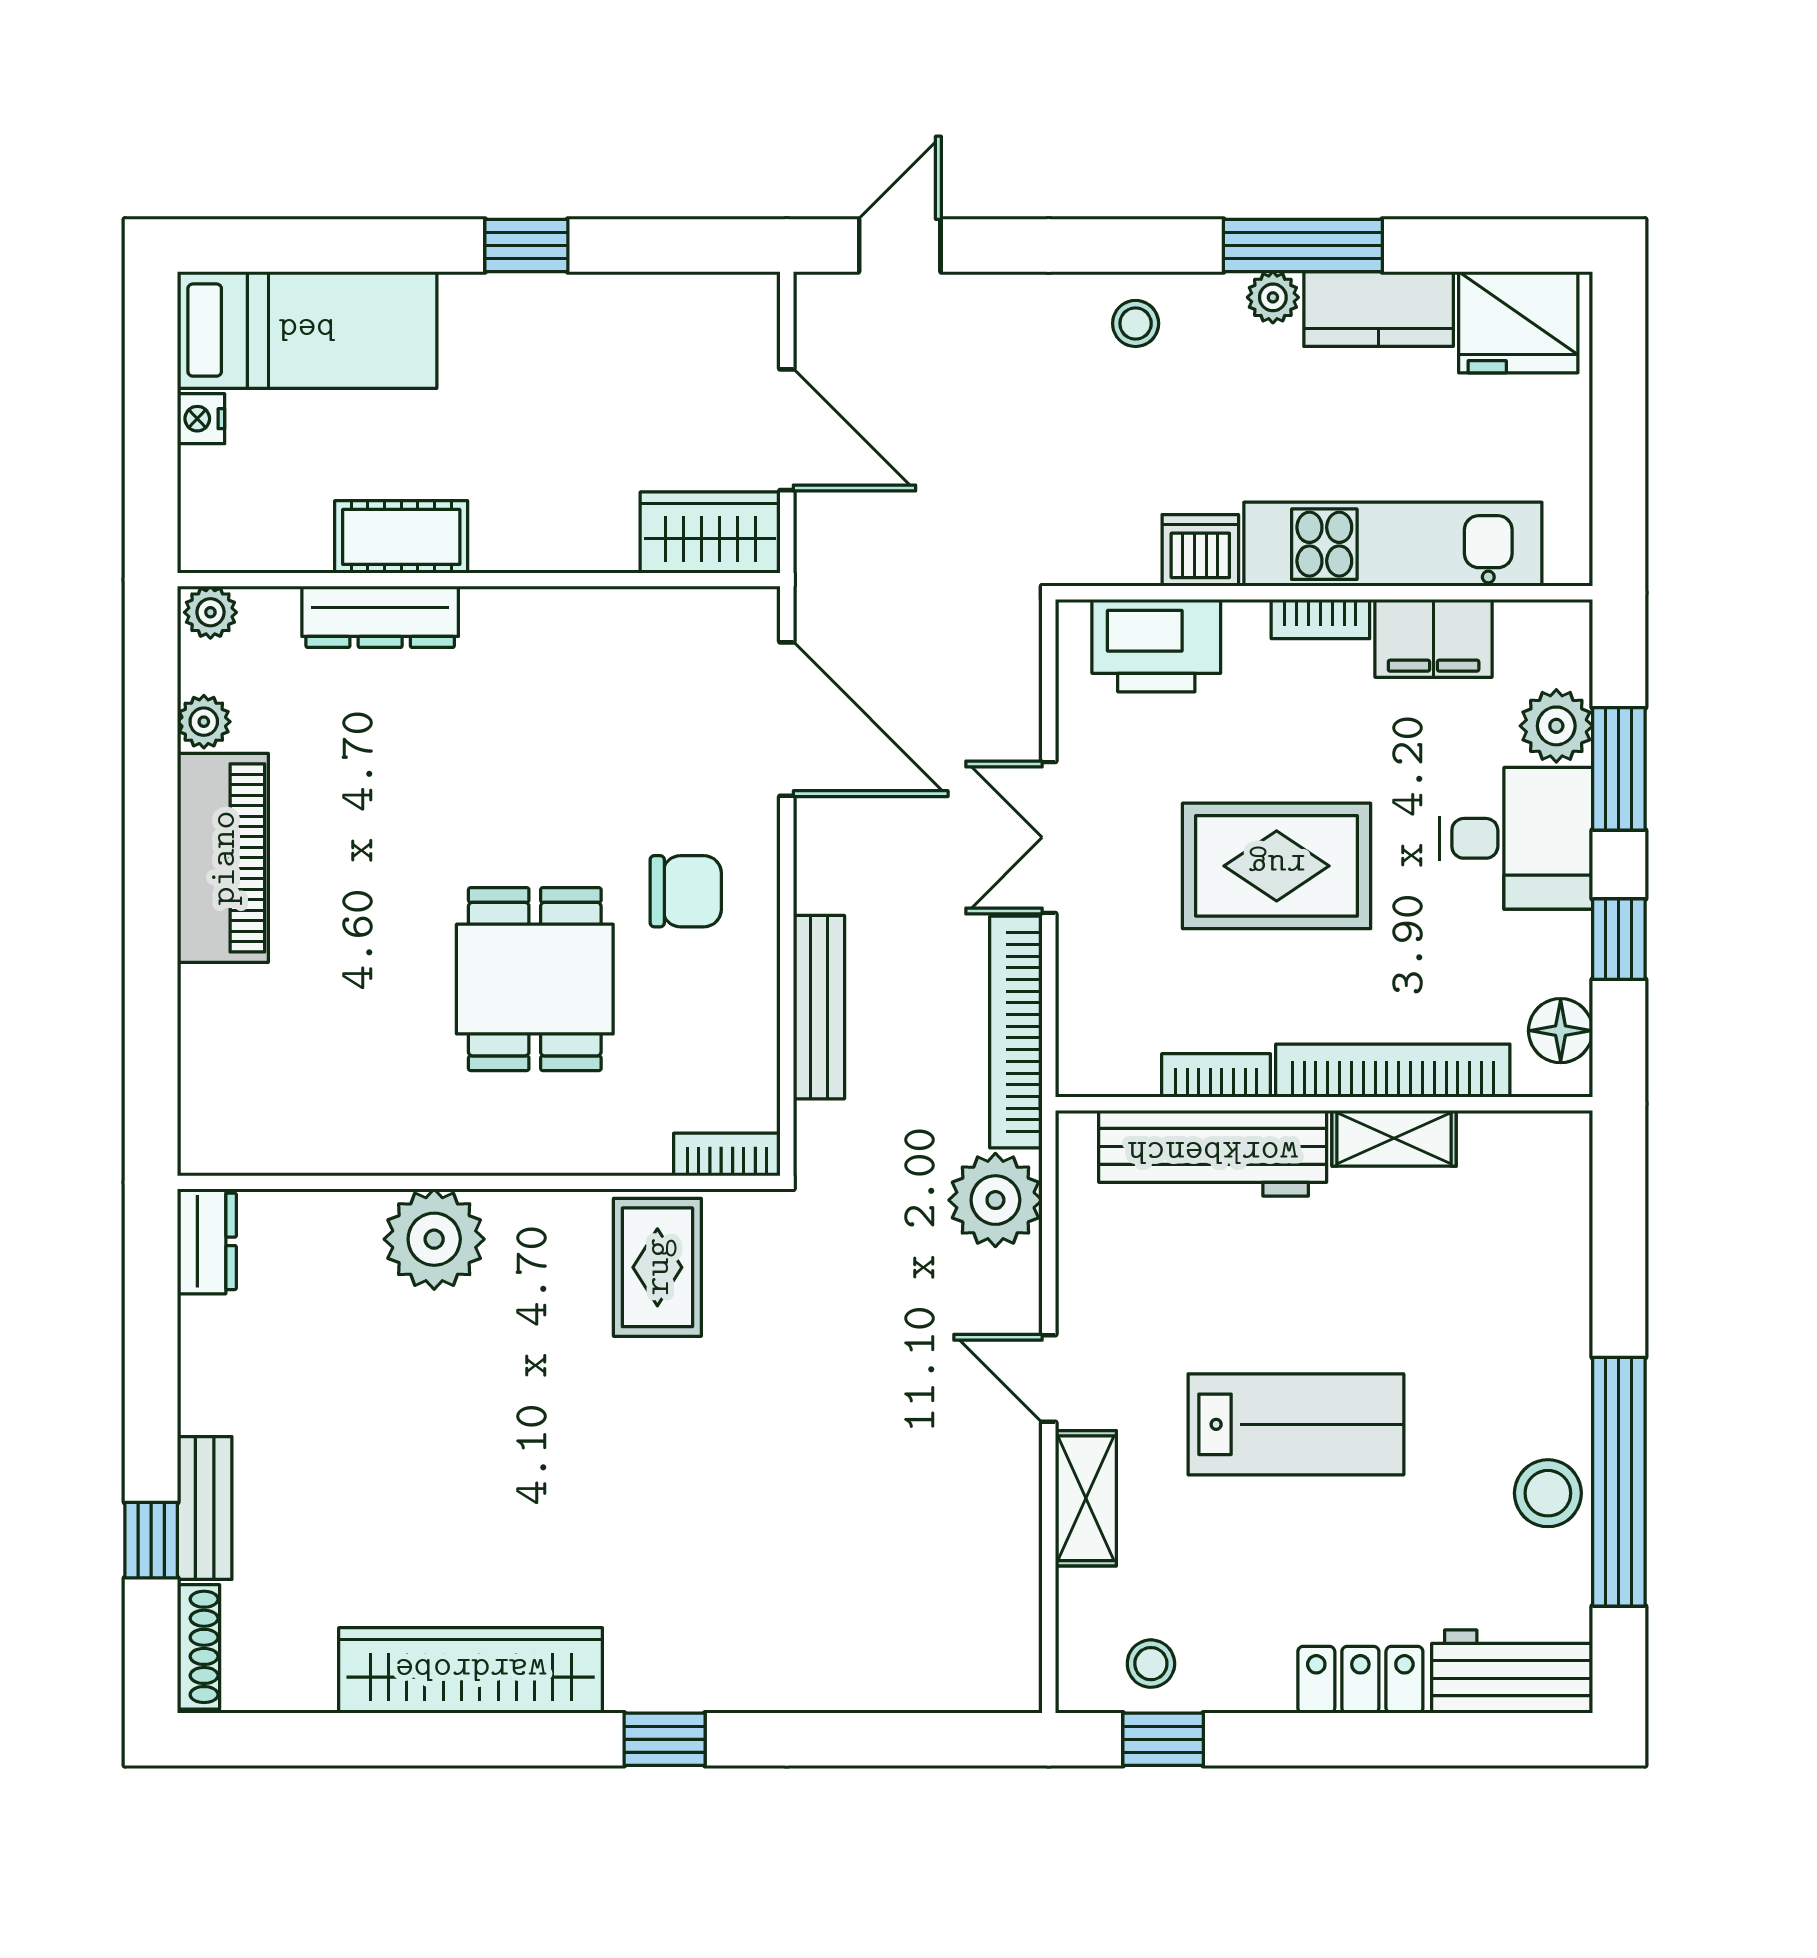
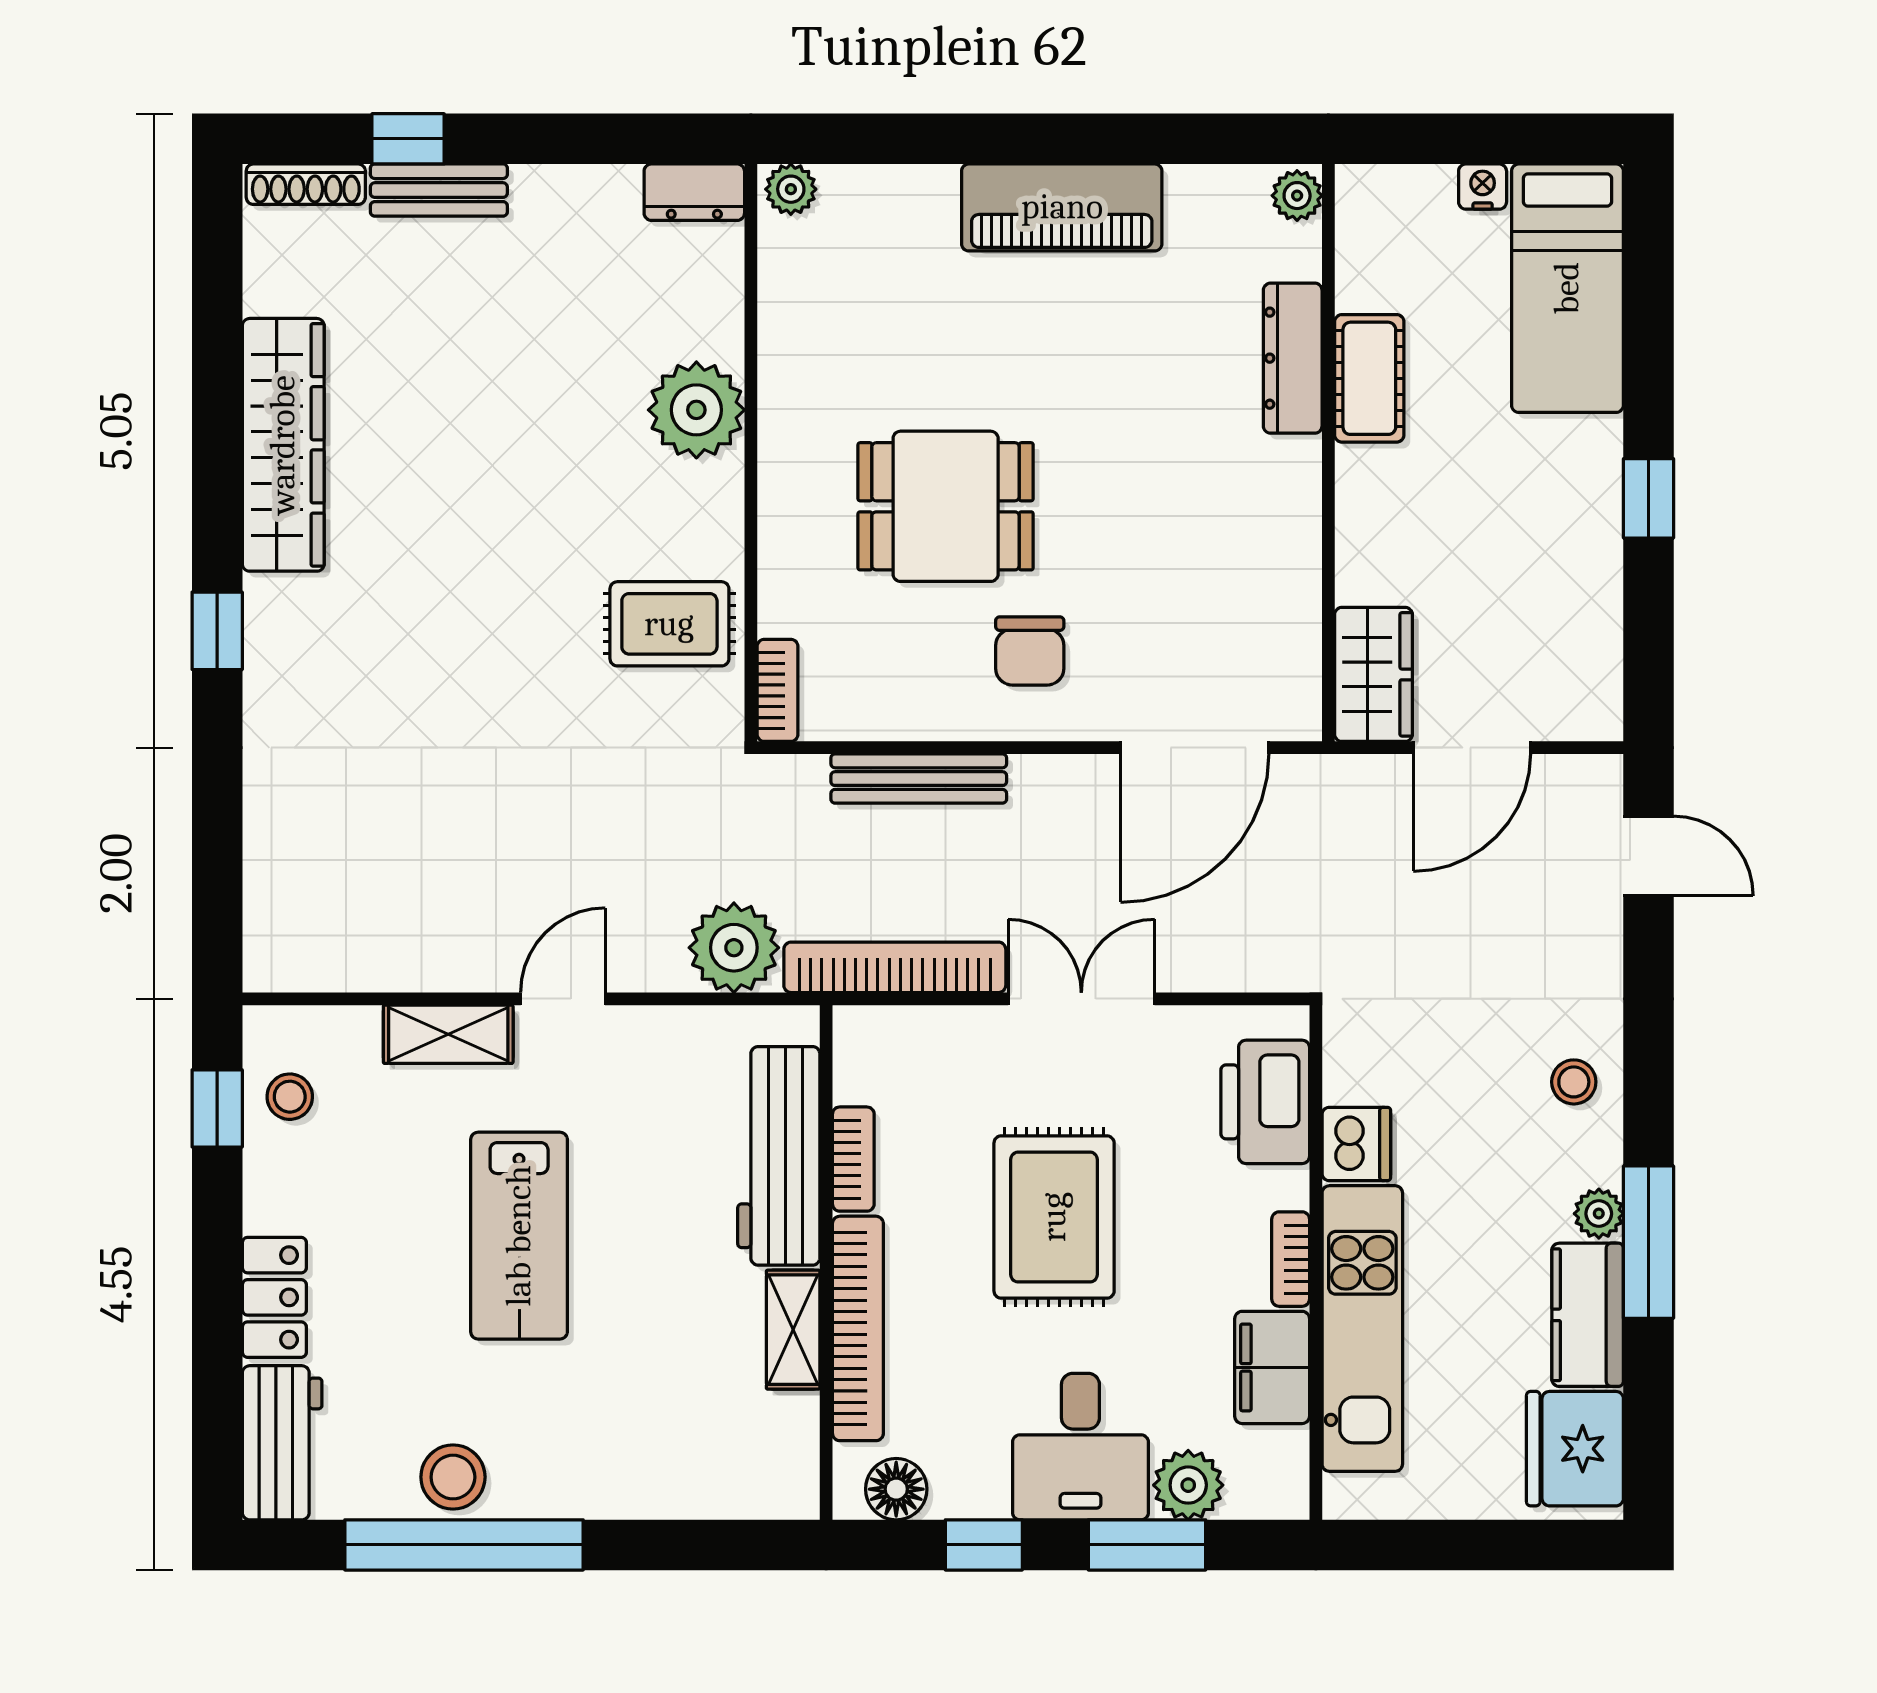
plant: (204, 722) -> (791, 189), moved

